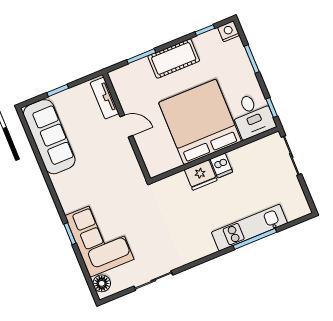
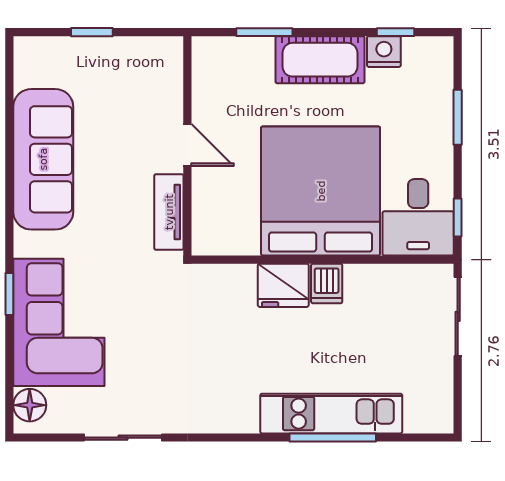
nightstand: (229, 31) -> (384, 52), moved
tv unit: (104, 98) -> (169, 212), moved
sofa: (49, 137) -> (43, 159), moved

